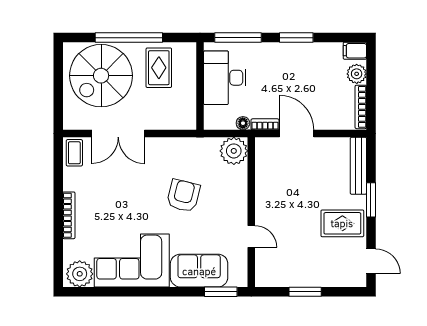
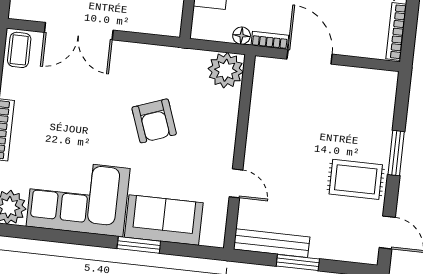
bench: (358, 166) -> (272, 243), moved, turned 90
armchair: (183, 196) -> (154, 121), turned 146
window: (221, 292) -> (139, 245), moved

